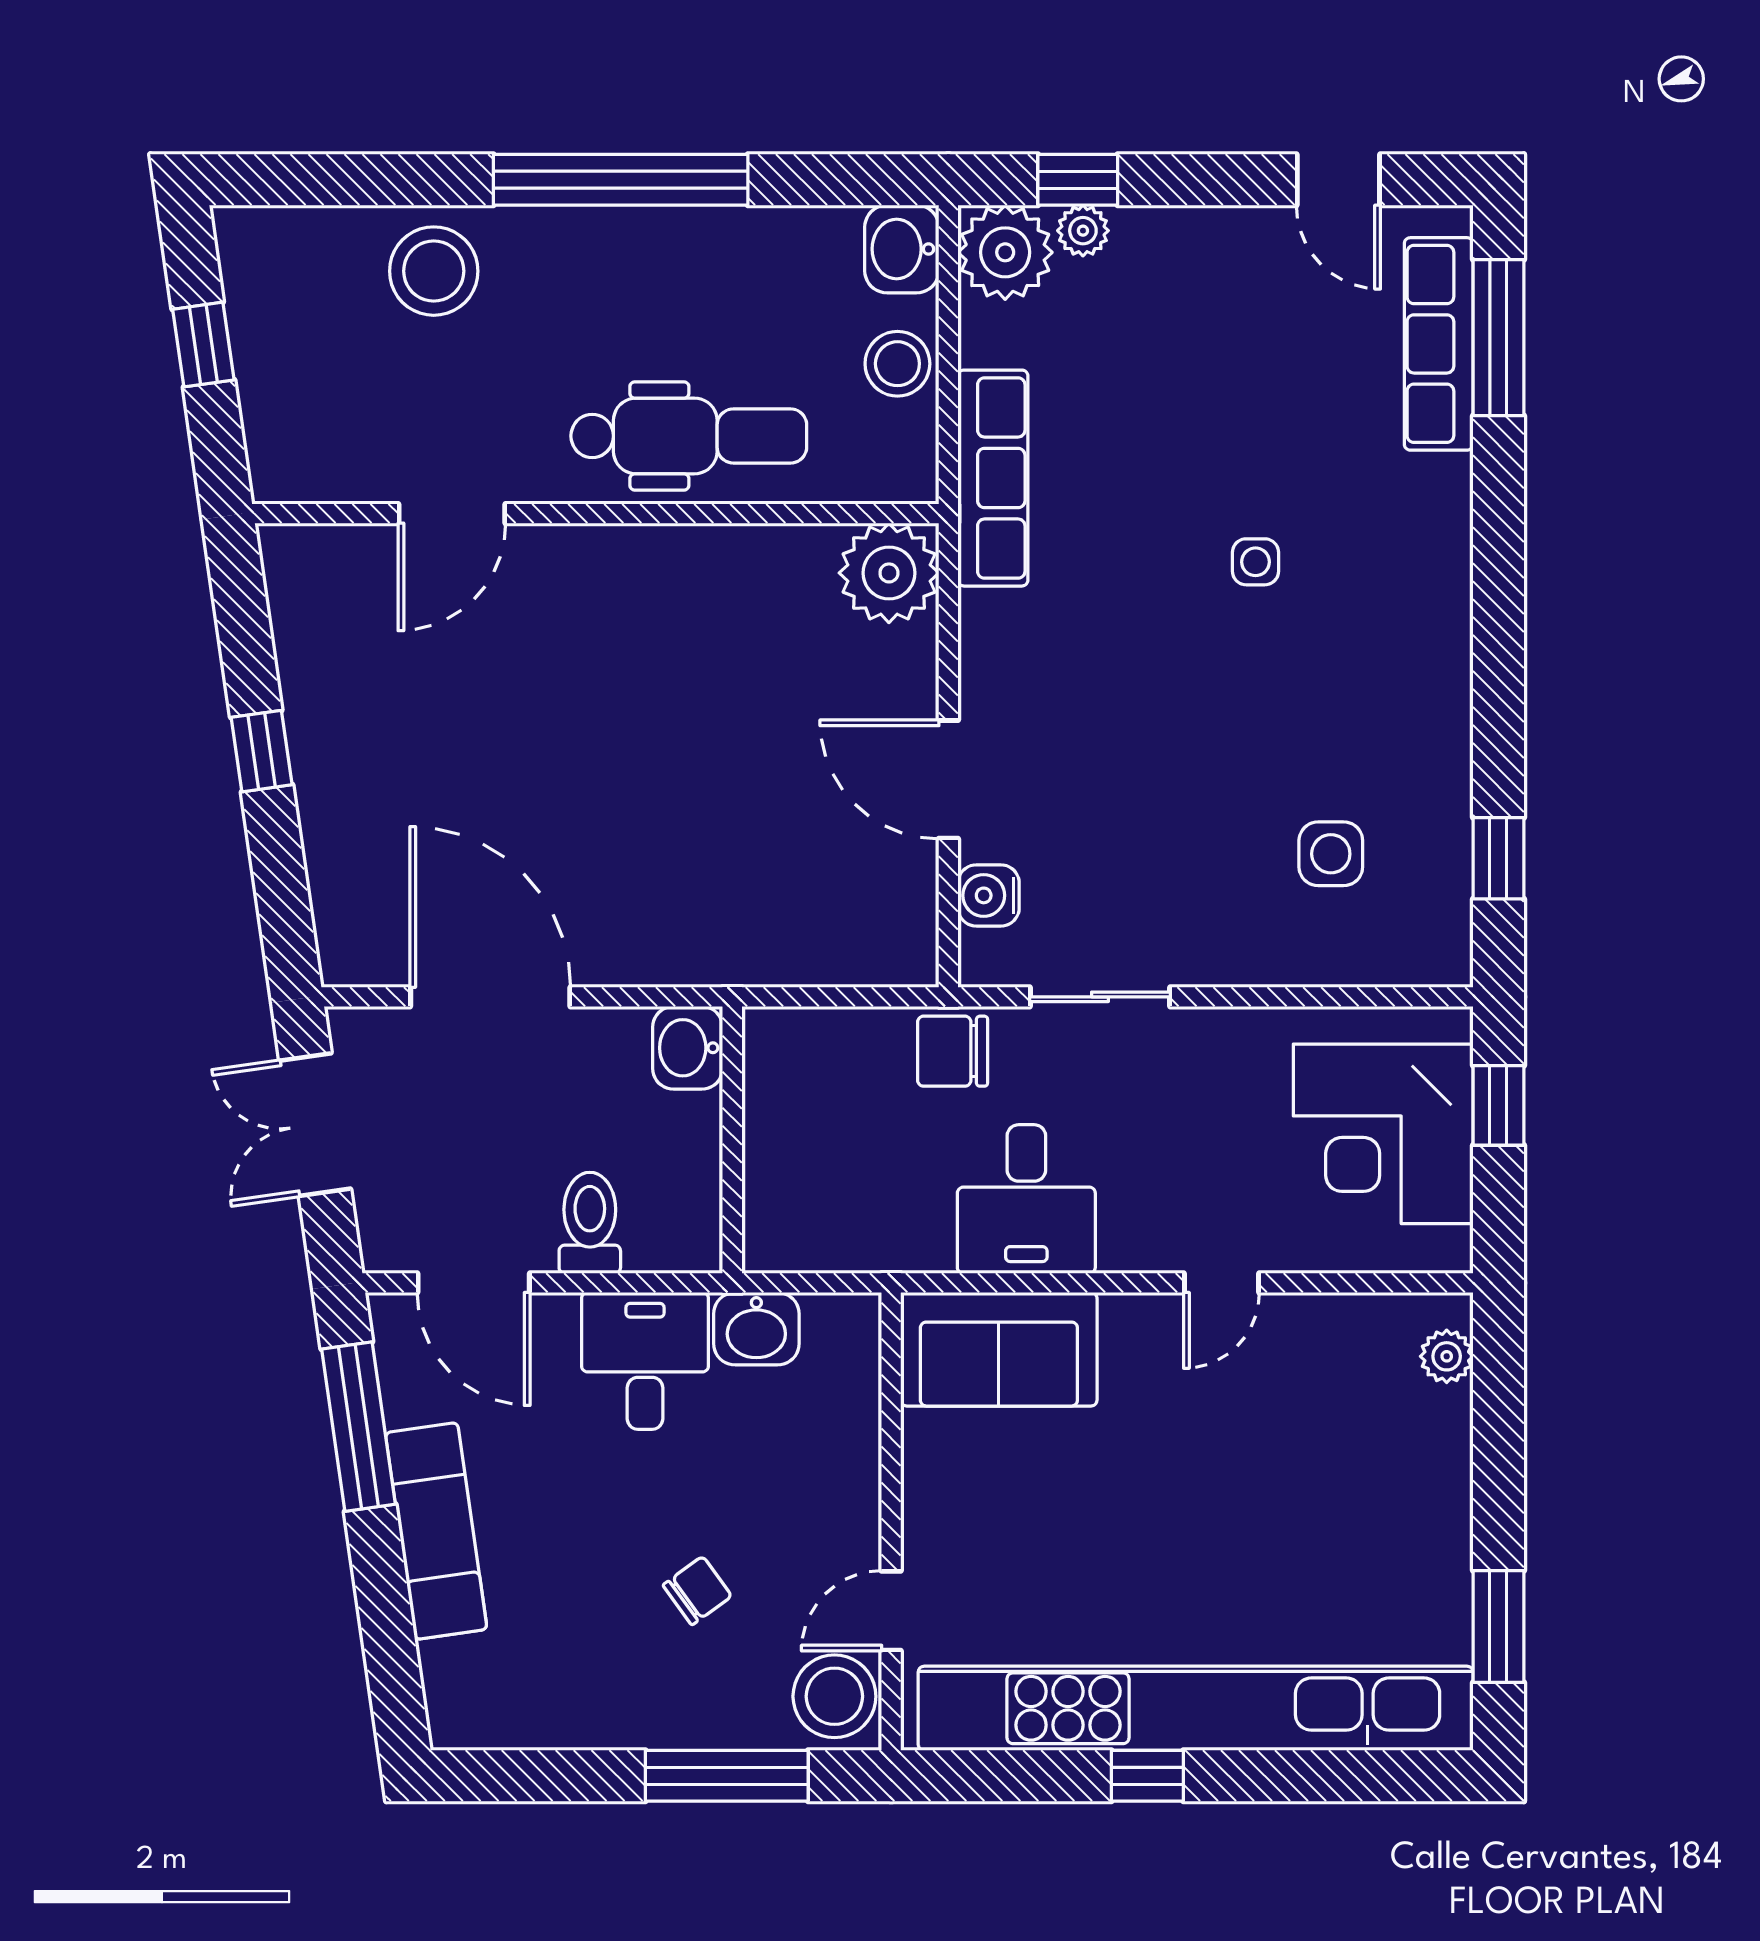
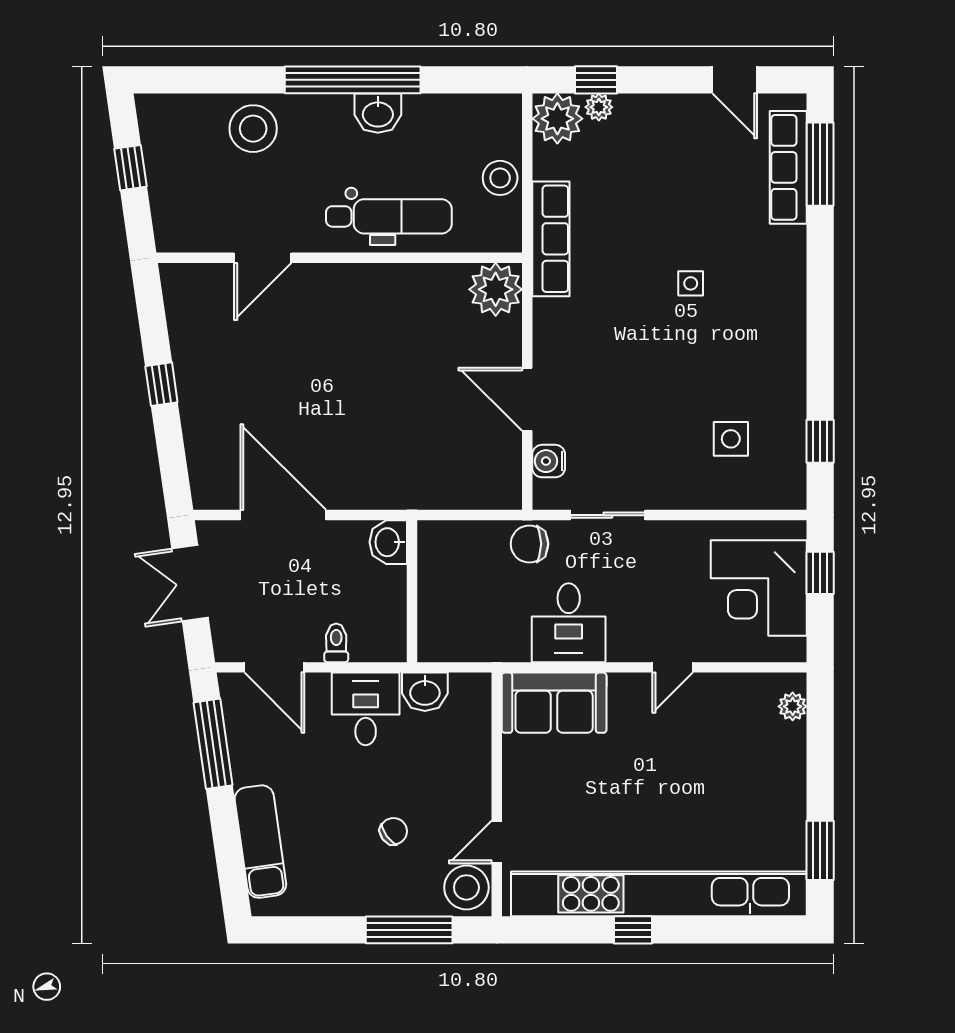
washbasin: (902, 249) -> (378, 113), moved, turned -90
toilet: (590, 1223) -> (336, 643), width x0.73, depth x0.72
exam couch: (436, 1531) -> (260, 842), moved

